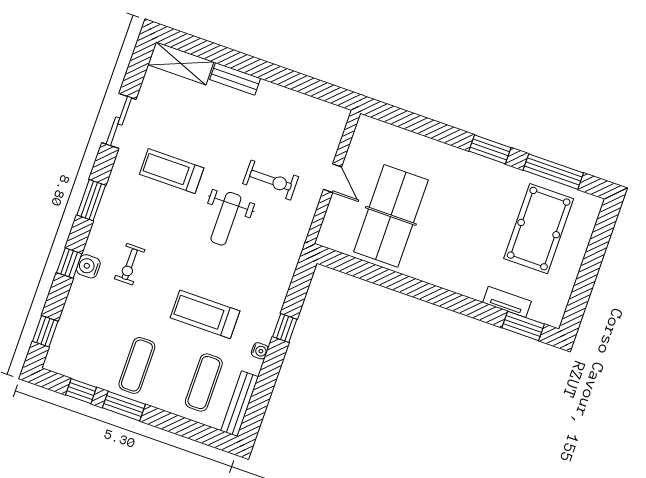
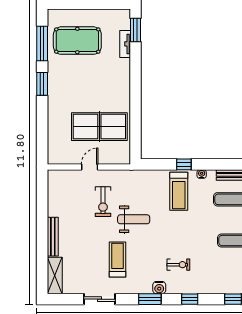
bench: (235, 79) -> (53, 237), width x1.36
treadmill: (172, 171) -> (118, 259), turned 180
exercise bike: (271, 180) -> (103, 202), turned 180
water cooler: (88, 266) -> (159, 288), moved
treadmill: (205, 314) -> (179, 191), moved

